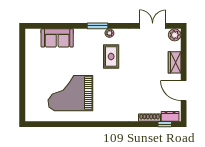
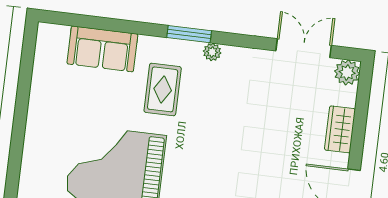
rug: (111, 57) -> (163, 89), moved

